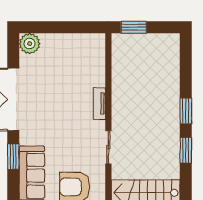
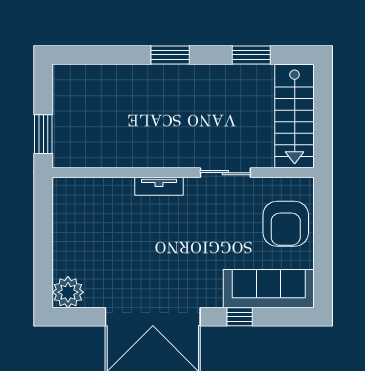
window: (186, 150) -> (251, 55), moved
window: (13, 157) -> (240, 317), width x0.67

